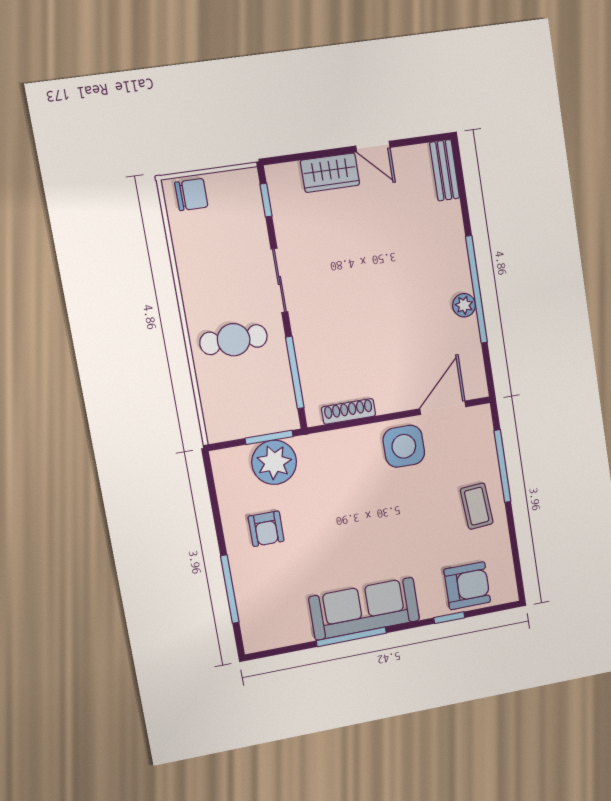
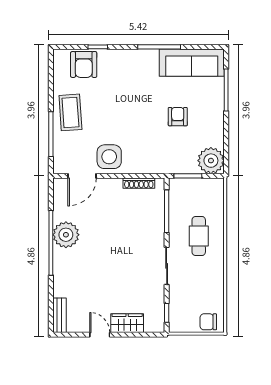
plant: (464, 305) -> (66, 235), width x1.87, depth x1.87
cafe table: (234, 340) -> (199, 236), turned 90
plant: (274, 462) -> (211, 161), moved
coffee table: (477, 506) -> (70, 112), width x1.36, depth x1.30
armchair: (266, 529) -> (178, 117), moved
armchair: (467, 586) -> (84, 64), turned -90
sofa: (364, 609) -> (192, 63), moved

